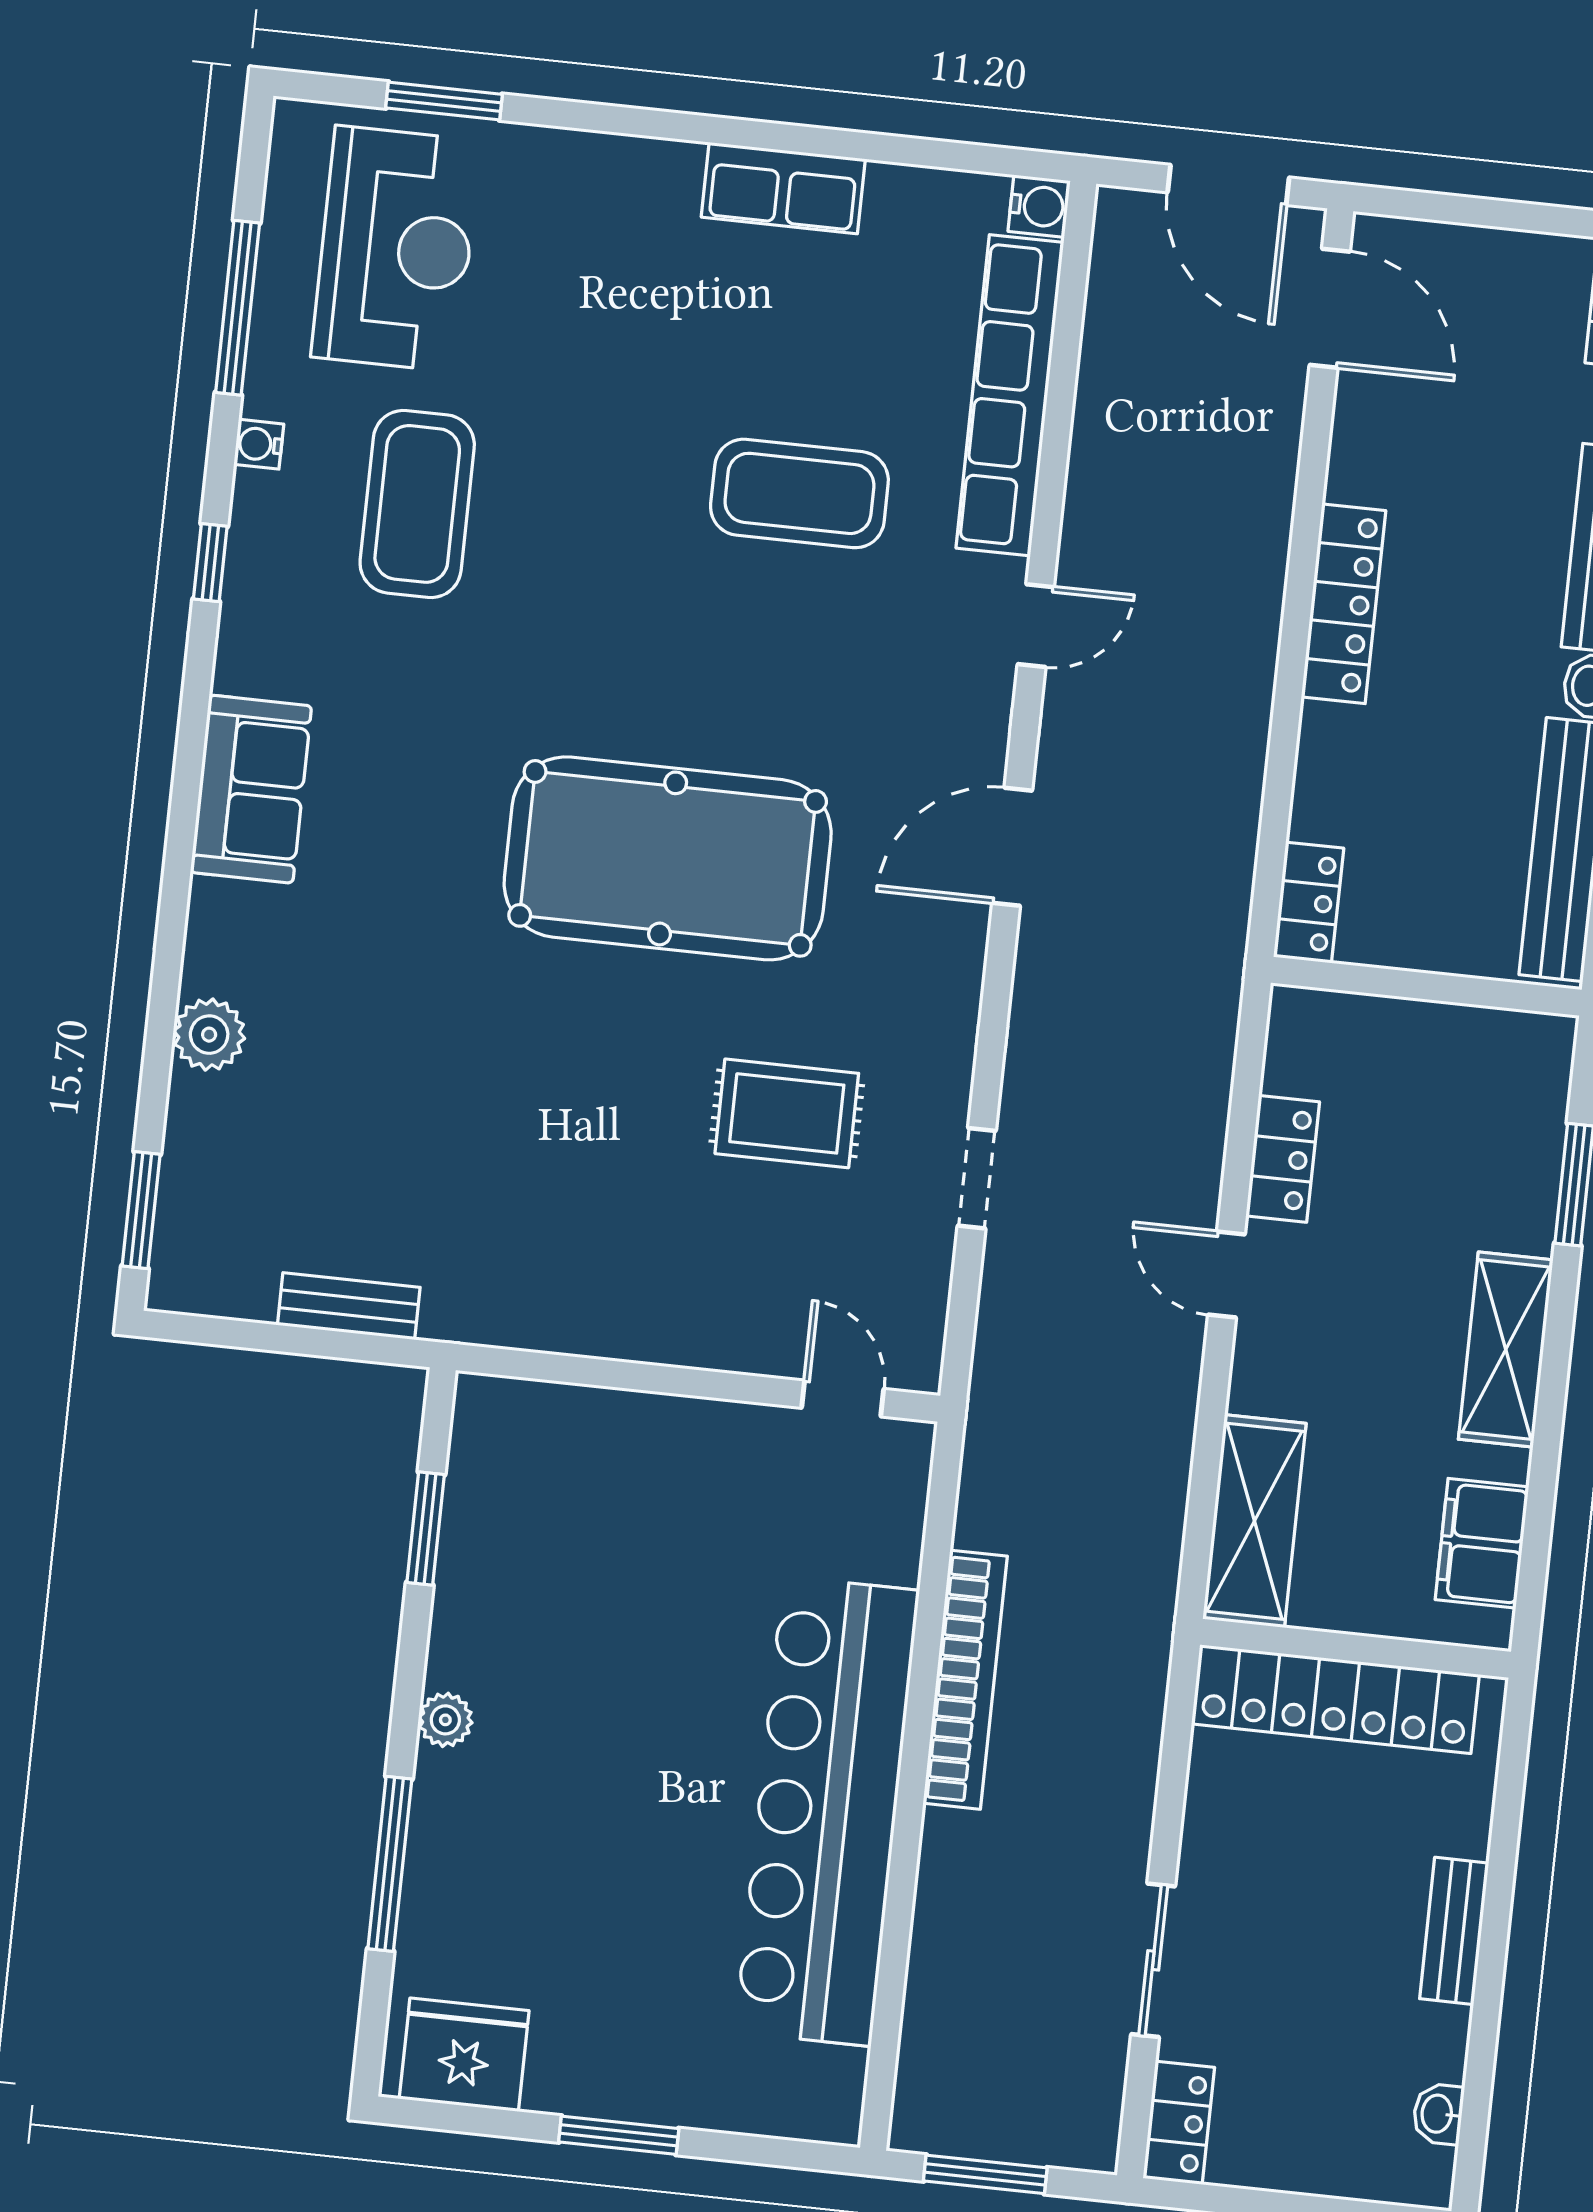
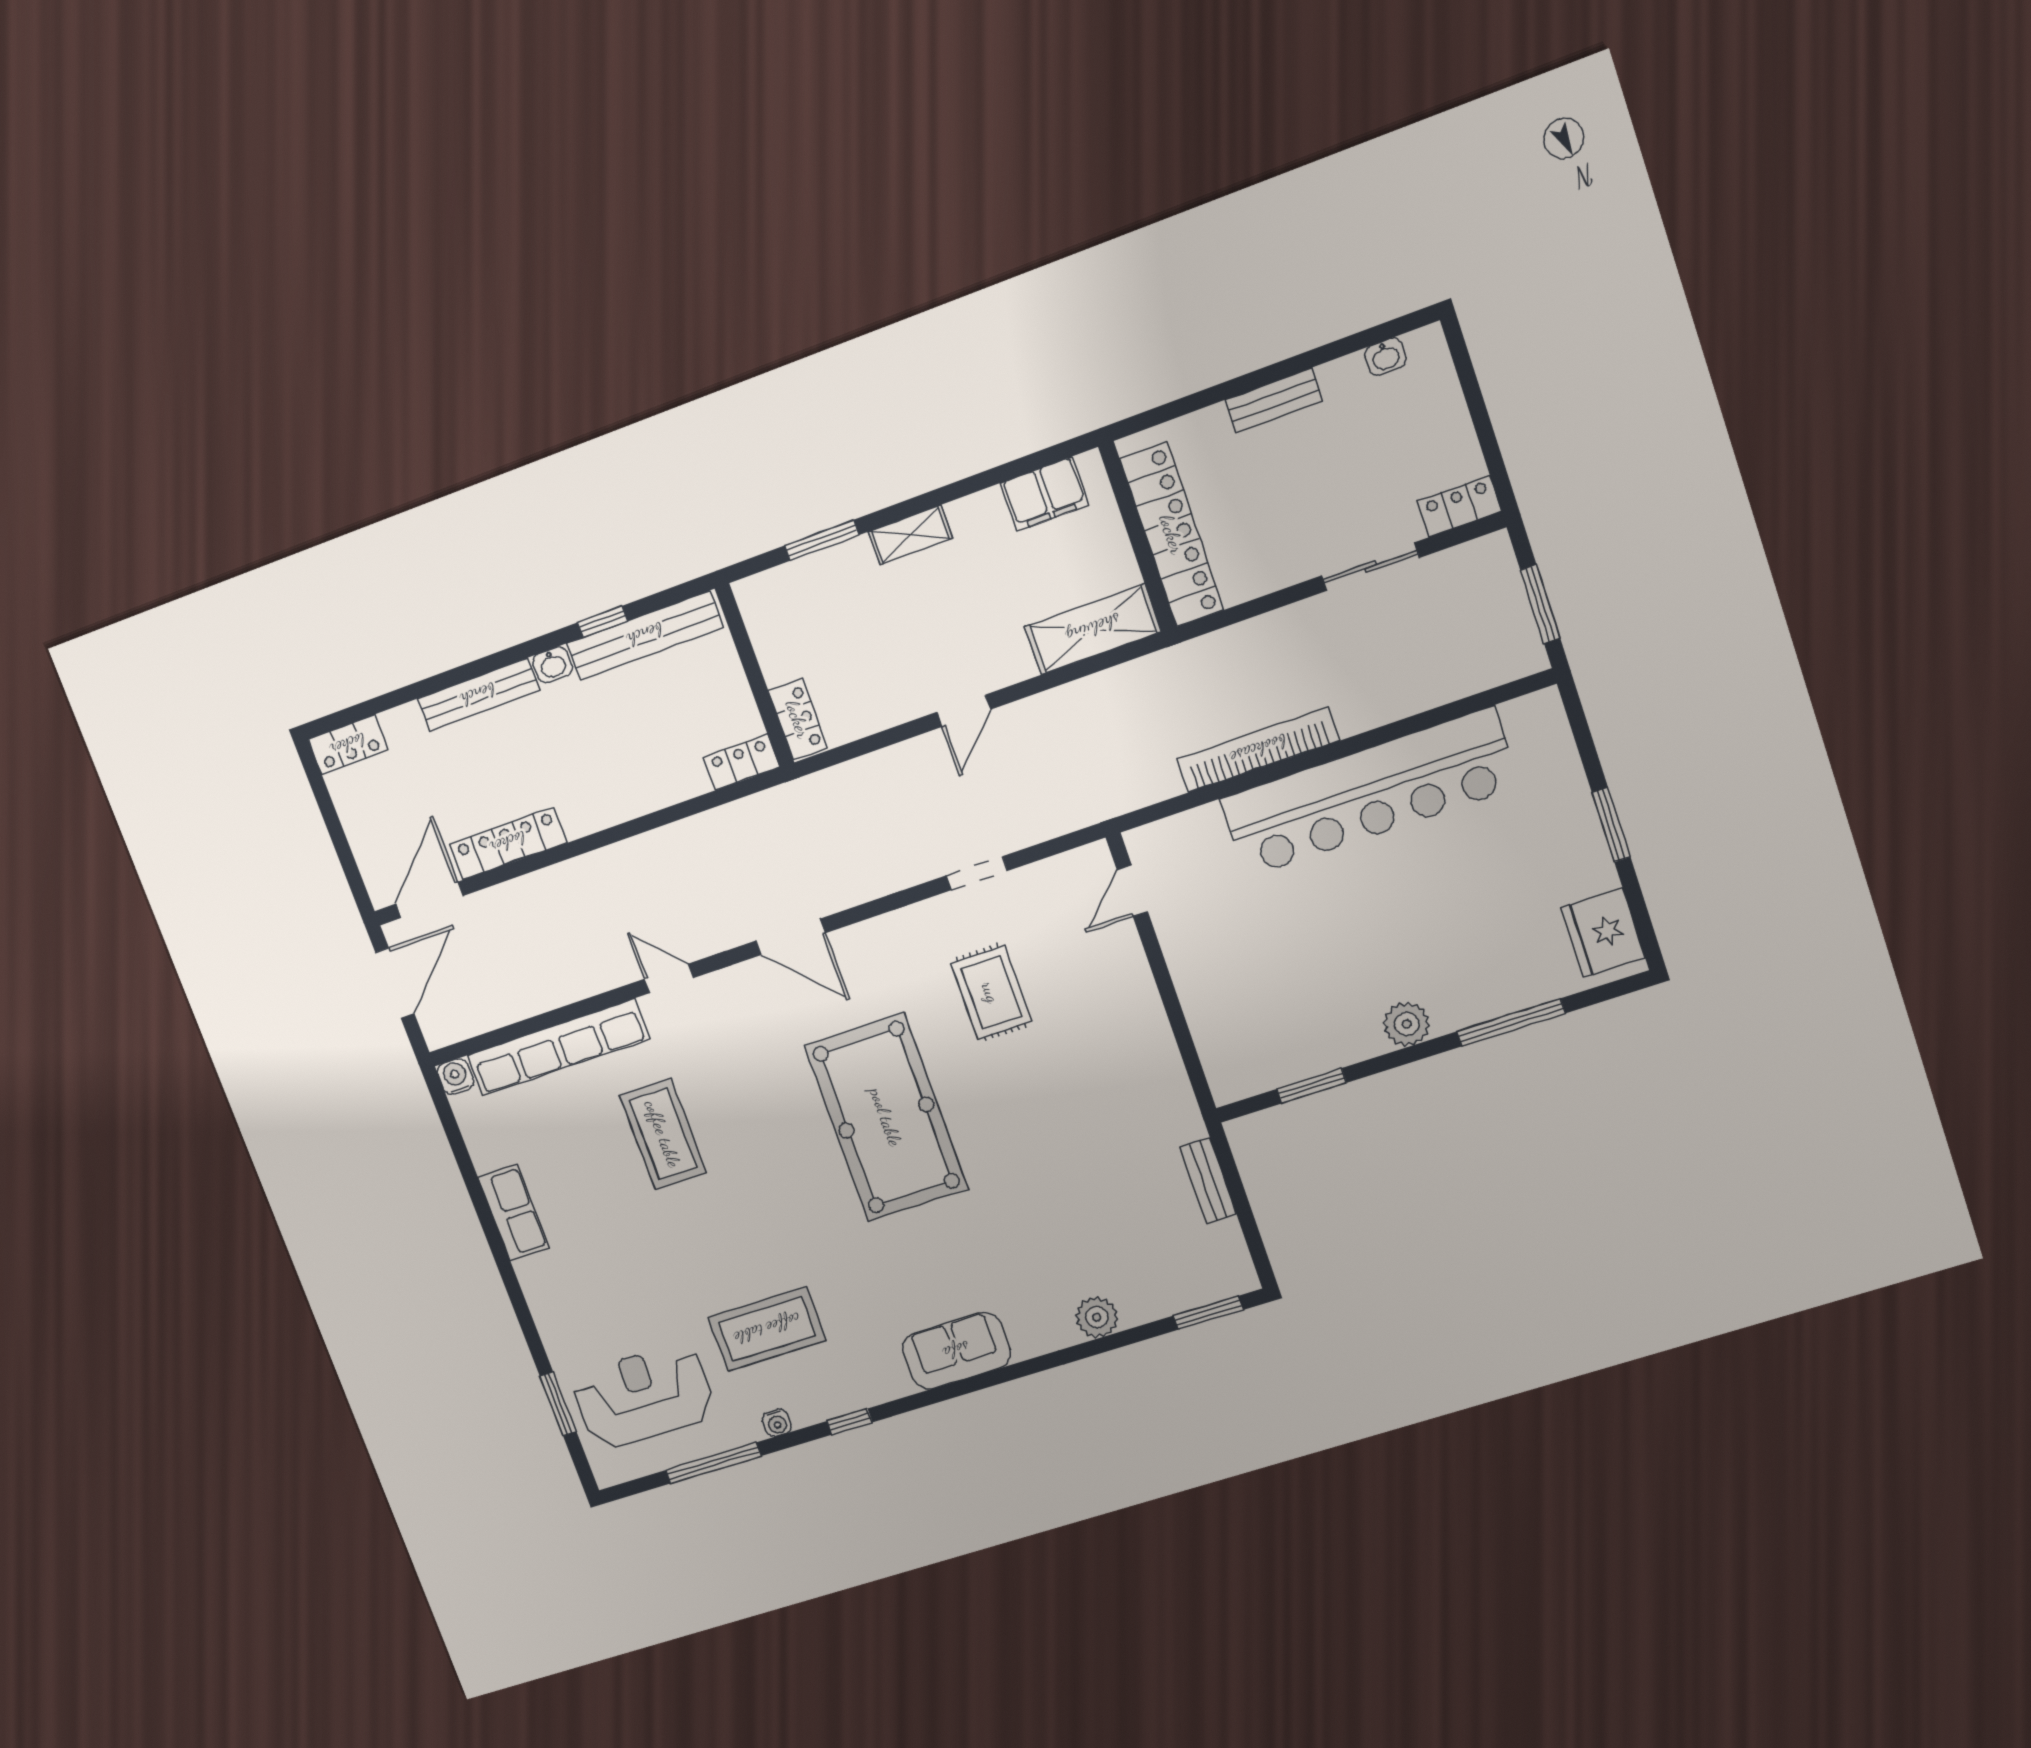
locker: (1344, 604) -> (508, 843), moved
locker: (1283, 1159) -> (798, 719), moved, turned 90
shelving: (1506, 1350) -> (910, 535), width x0.67, depth x0.75
plant: (445, 1720) -> (1407, 1024), width x1.38, depth x1.38

